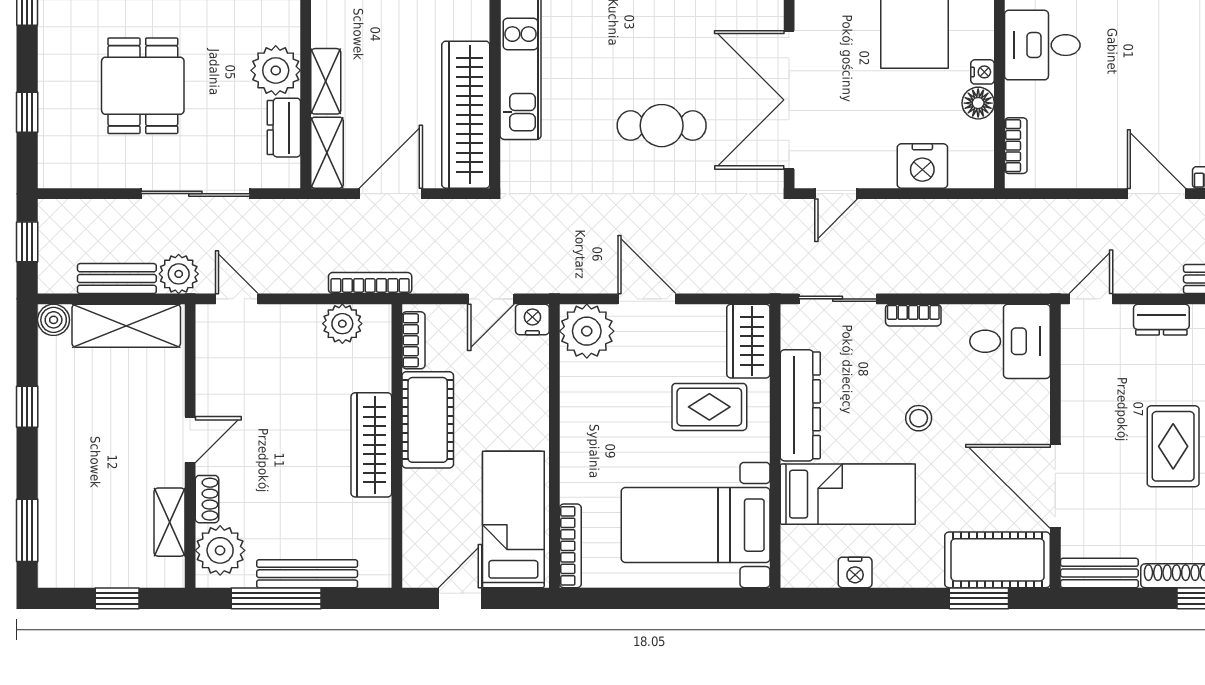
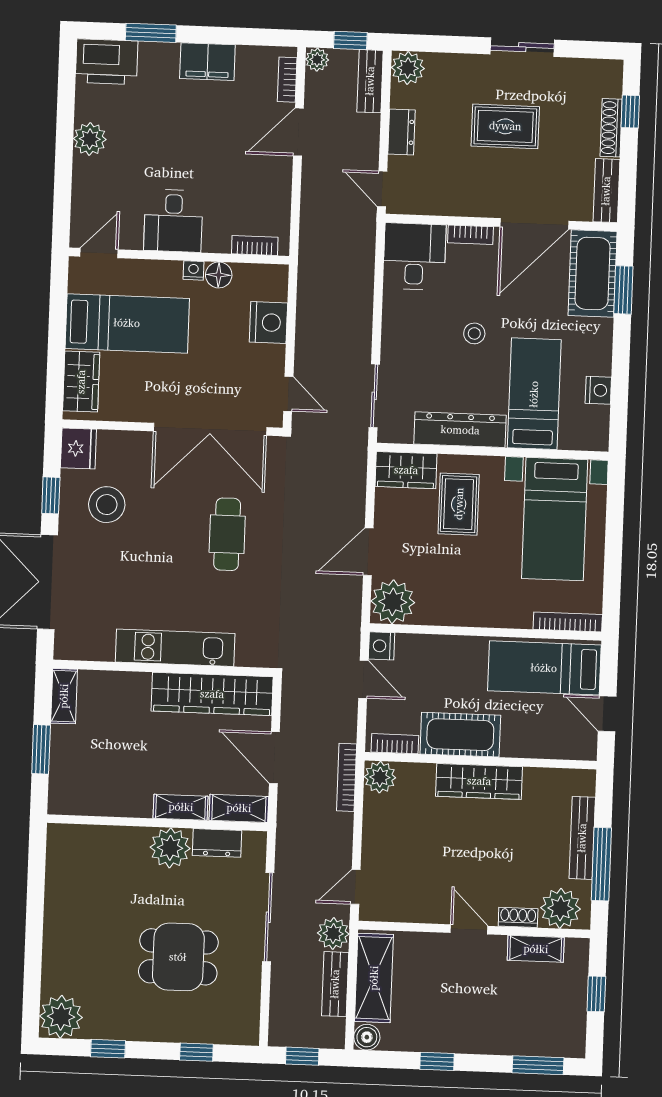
bookcase: (913, 315) -> (470, 235), moved, turned 90
plant: (342, 324) -> (380, 777), moved

